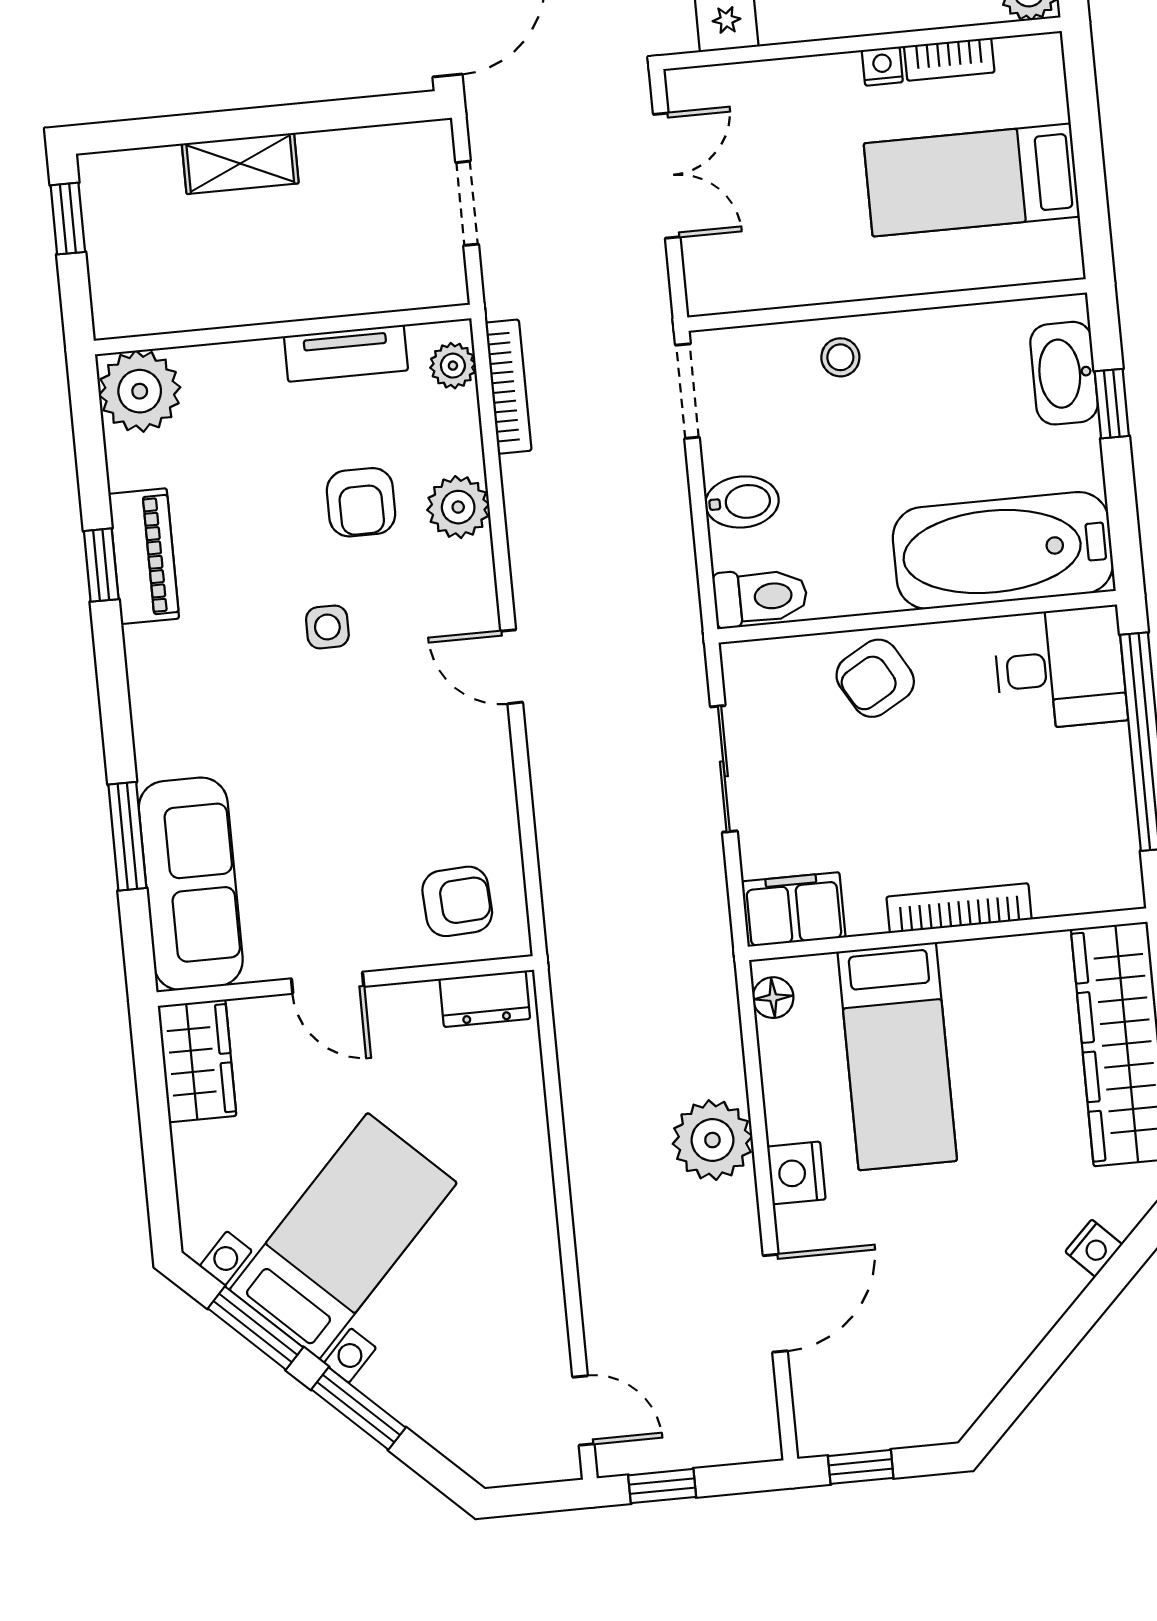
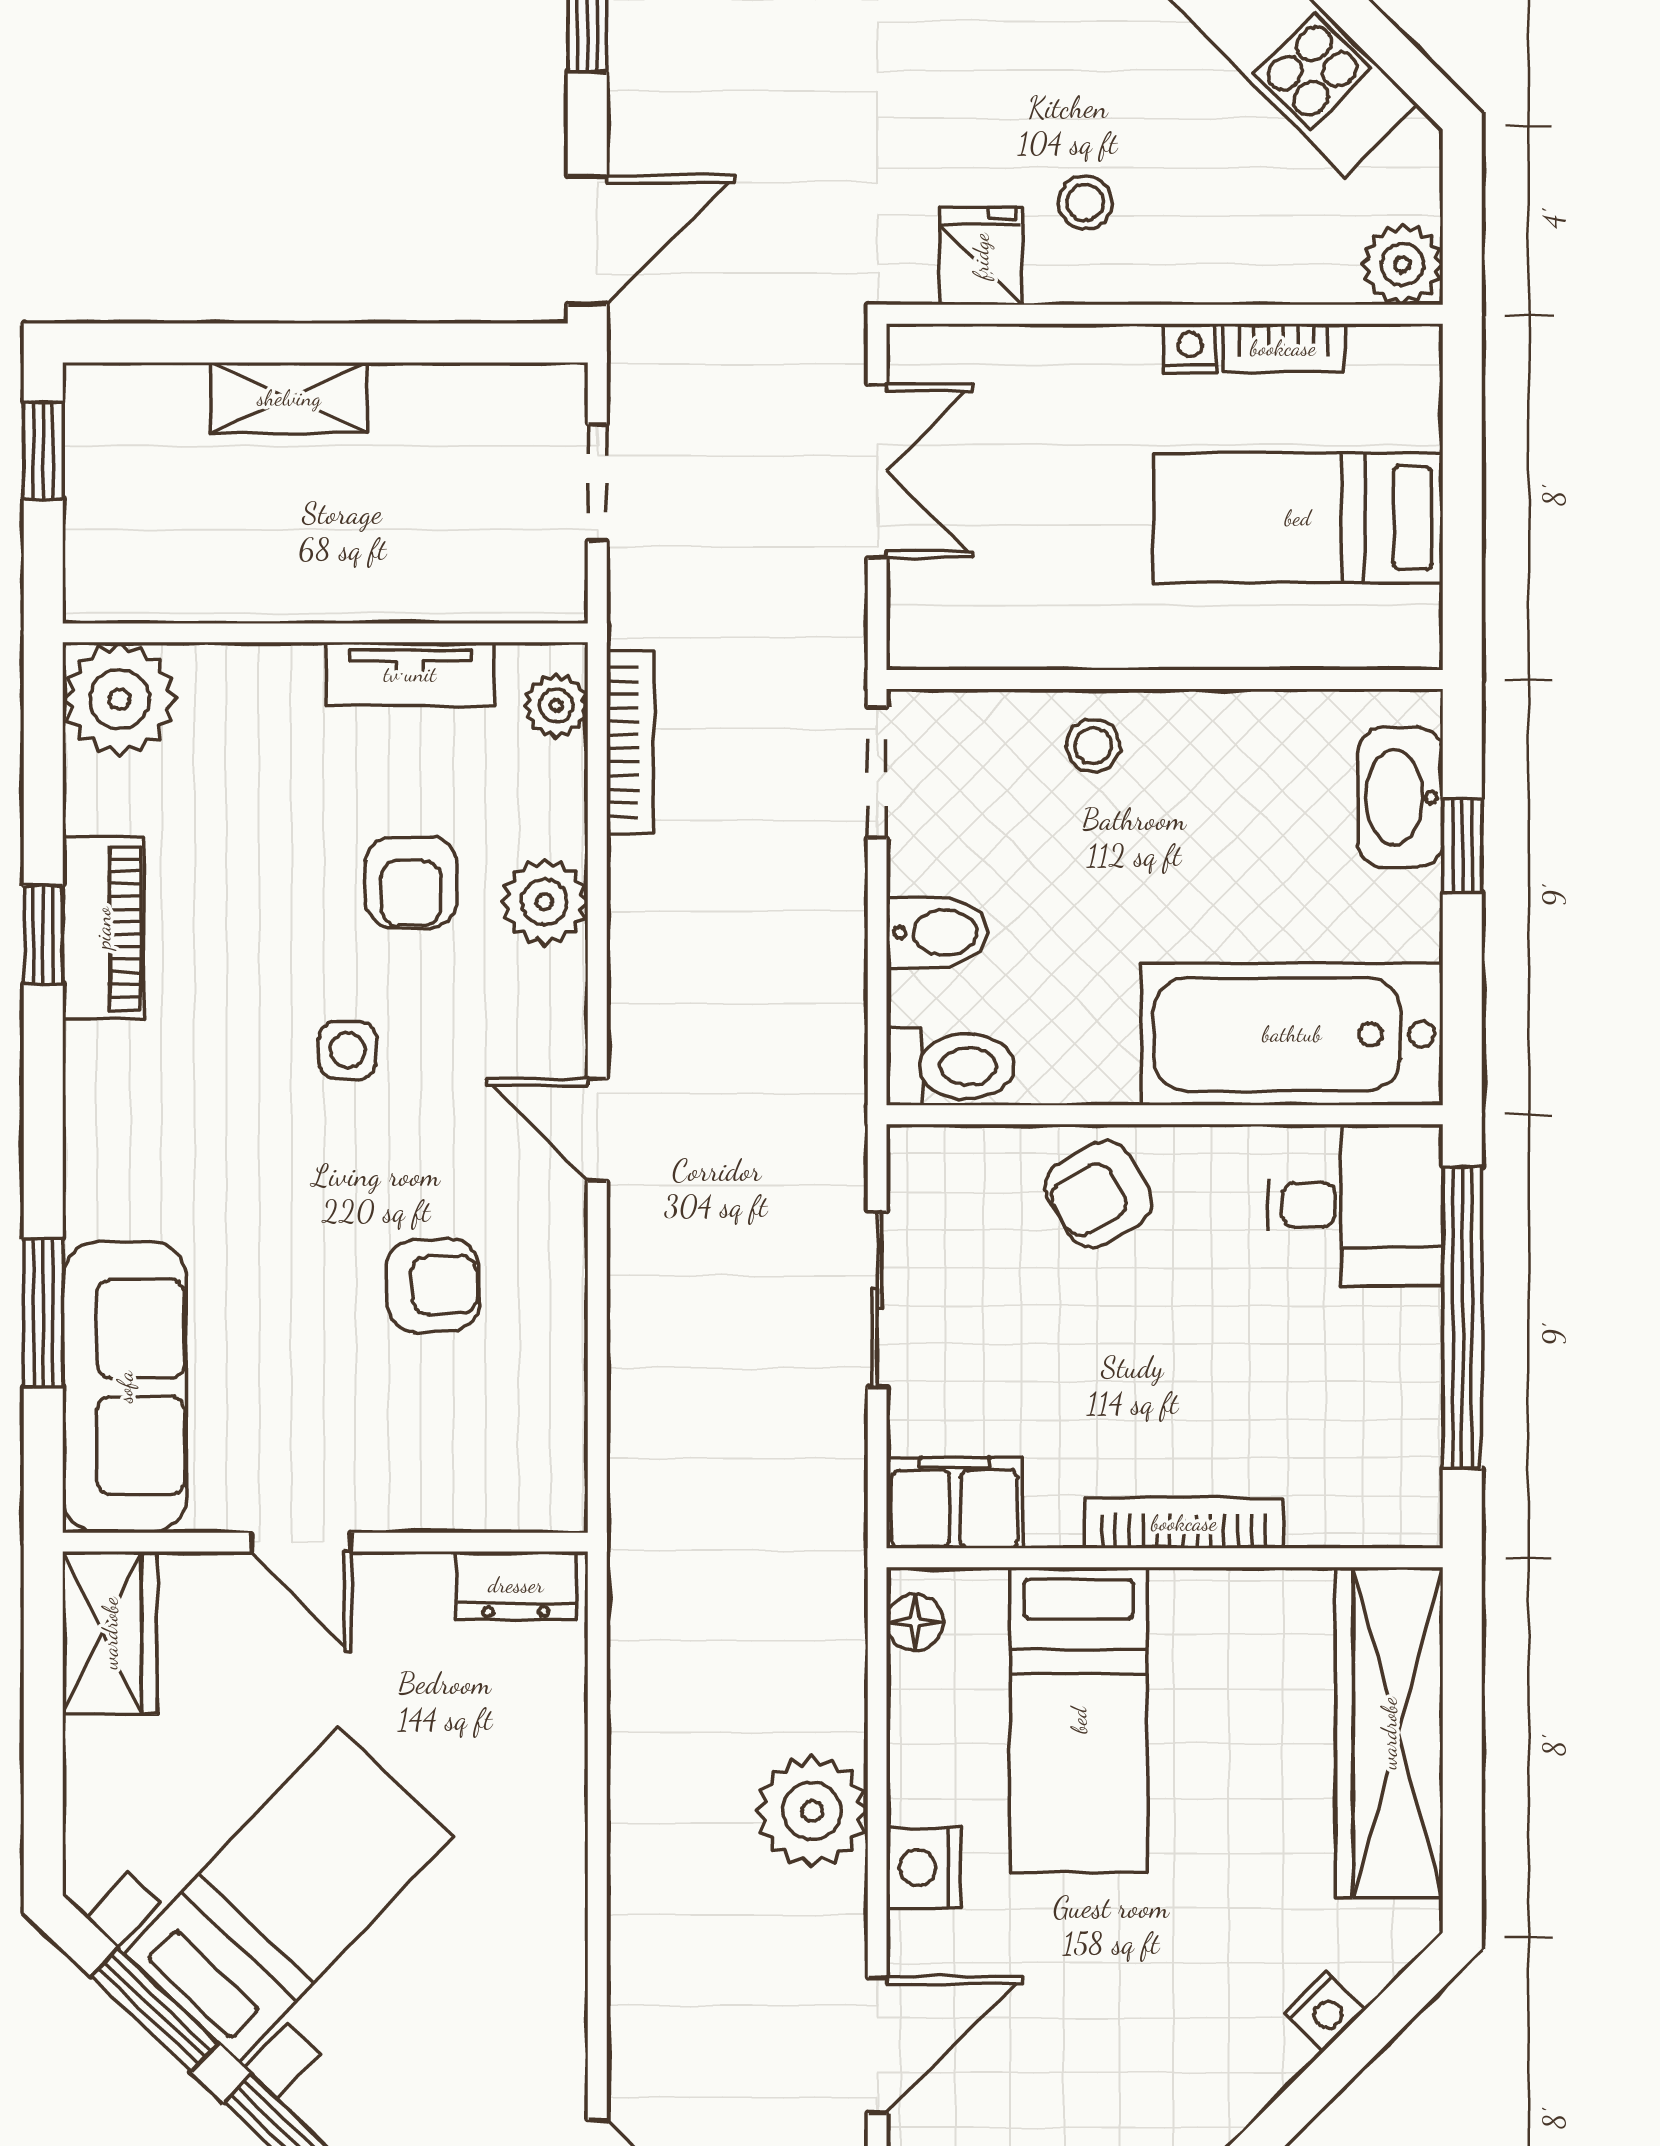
armchair: (457, 901) -> (433, 1285), moved

